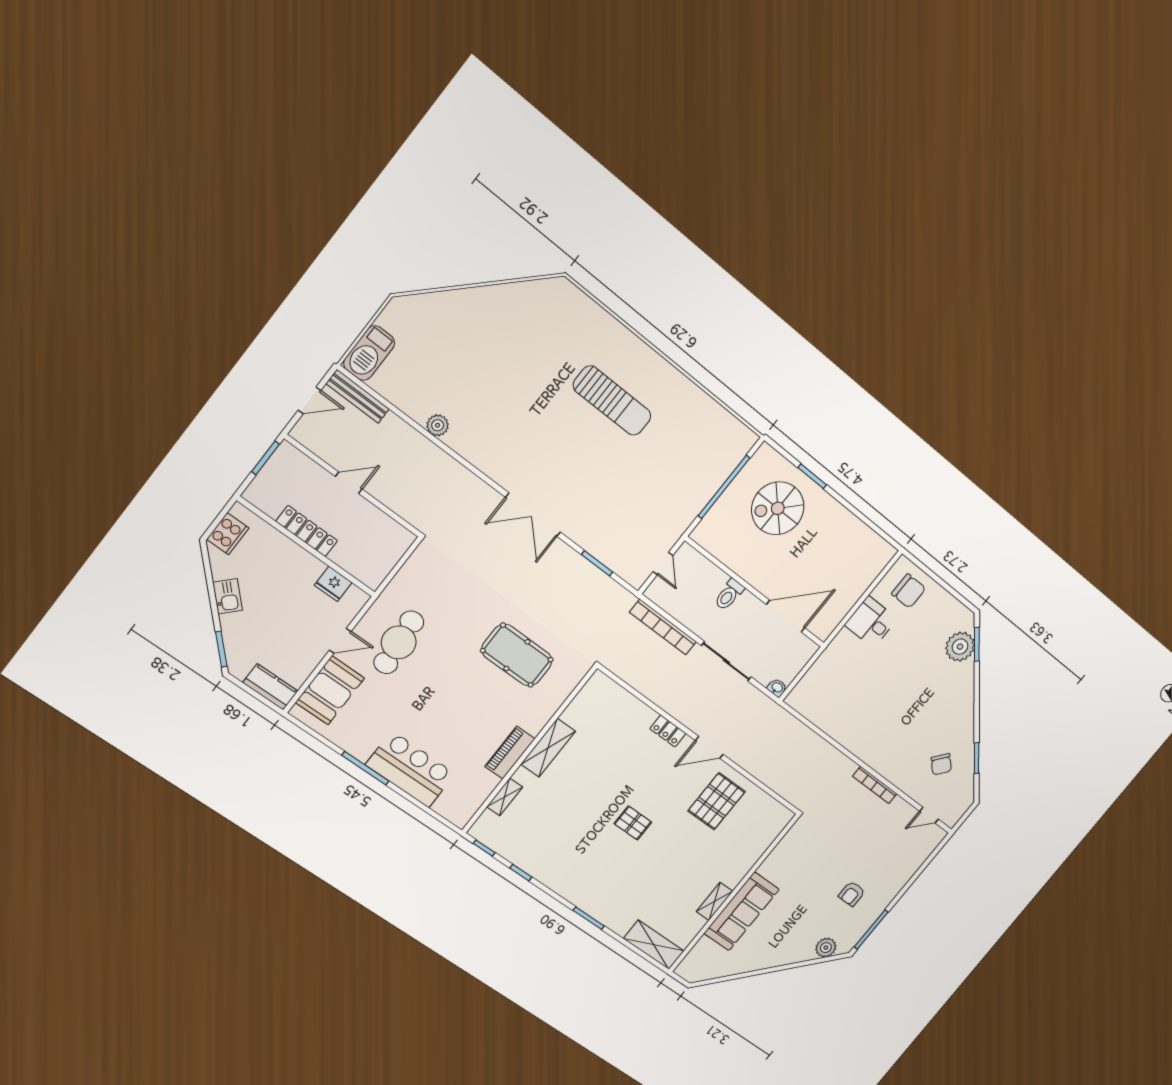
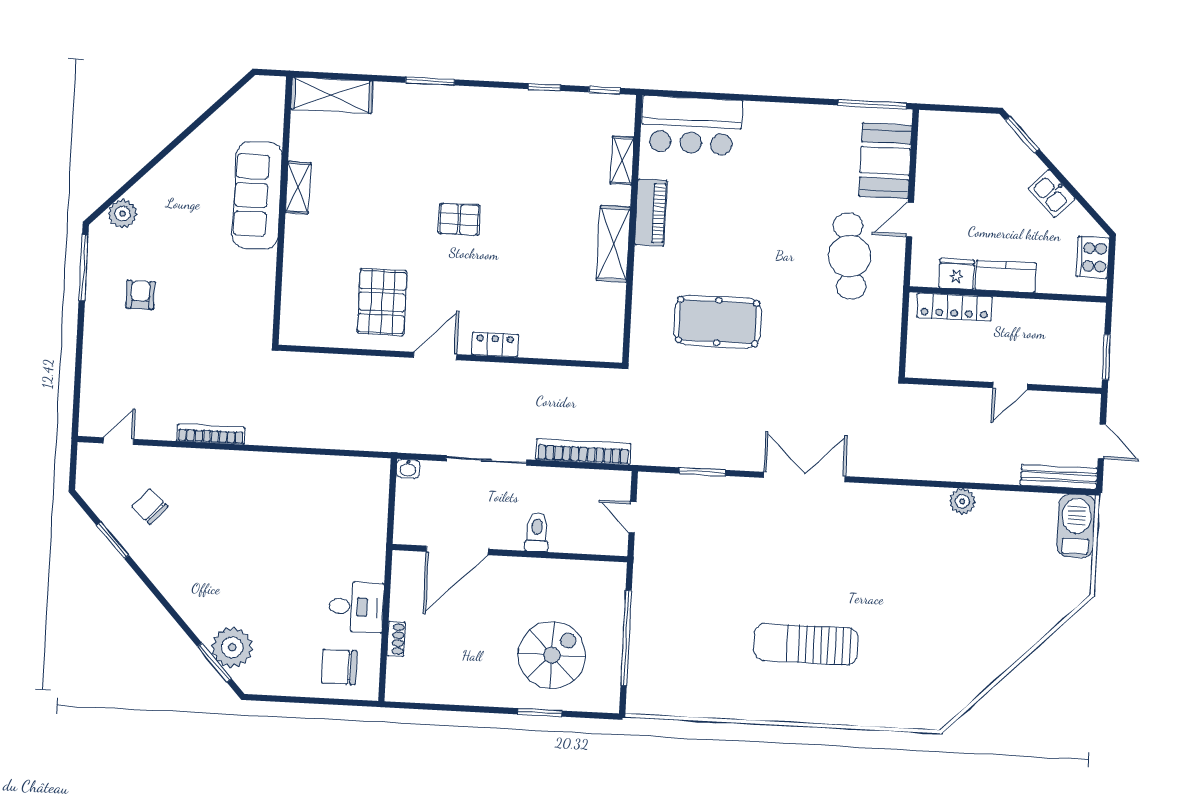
door: (310, 400) -> (1102, 442), swing flipped
locker: (307, 531) -> (955, 307), moved
shoe rack: (863, 585) -> (396, 639), added
kitchen counter: (270, 687) -> (1006, 276), moved, turned 180
window: (365, 768) -> (872, 104), moved
bar counter: (410, 769) -> (692, 126), moved

